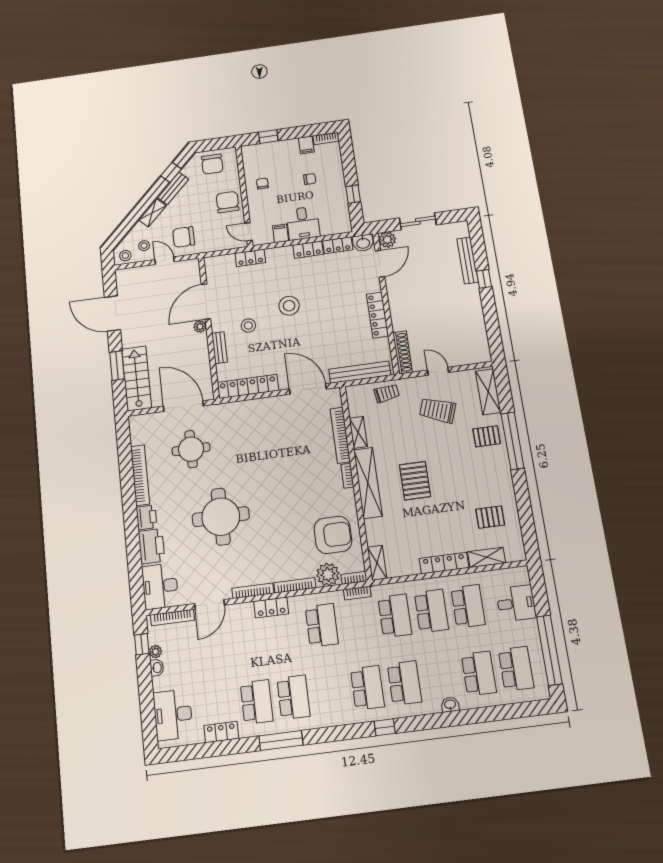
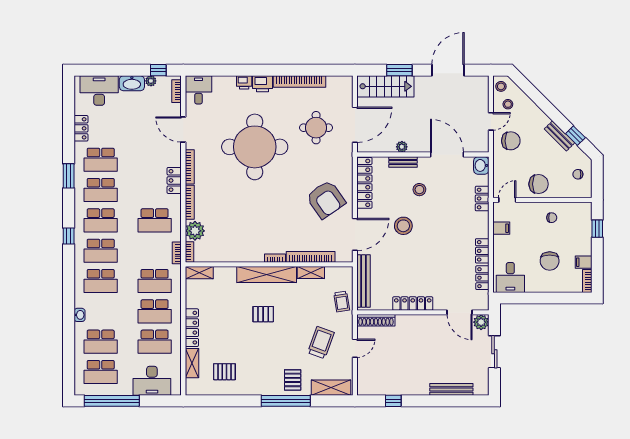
chair: (212, 164) -> (578, 174), width x0.54, depth x0.54
chair: (310, 179) -> (550, 261), width x1.87, depth x1.87
window: (353, 194) -> (529, 298), removed
shelving: (152, 213) -> (539, 115), removed
desk: (303, 223) -> (510, 277), moved, turned -90
chair: (184, 237) -> (511, 141), turned 90
washbasin: (363, 243) -> (481, 165), moved
window: (484, 279) -> (393, 401), moved
stool: (289, 306) -> (403, 226), moved
plant: (200, 326) -> (402, 147), moved
pallet: (415, 481) -> (263, 314), width x0.67, depth x0.71
round table: (221, 517) -> (255, 147), width x1.36, depth x1.36
pallet: (490, 517) -> (224, 372), turned 90
armchair: (333, 535) -> (326, 199), moved, turned -35
printer: (151, 546) -> (244, 82), width x0.53, depth x0.68
desk: (160, 586) -> (199, 90), width x0.73
desk: (516, 603) -> (152, 381), width x1.37
bookcase: (172, 617) -> (177, 91), width x0.64
washbasin: (157, 668) -> (132, 83), width x1.91, depth x1.45
school desk: (330, 692) -> (101, 220), added
window: (385, 727) -> (69, 236), moved
window: (281, 740) -> (69, 176), width x0.69

